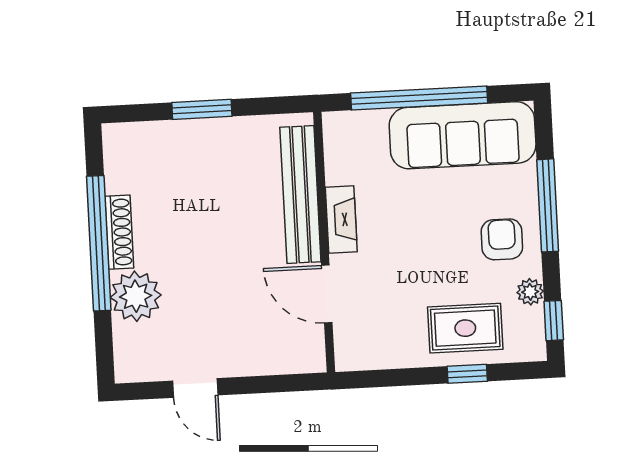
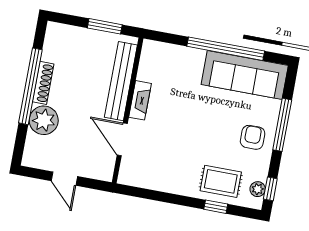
bench: (300, 194) -> (121, 81), moved
fireplace: (341, 220) -> (140, 100), moved
wall: (324, 242) -> (128, 110), moved
plant: (530, 292) -> (258, 189), moved
door: (327, 294) -> (122, 139), moved

